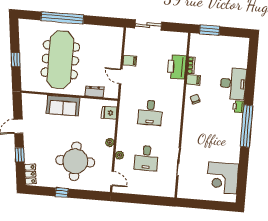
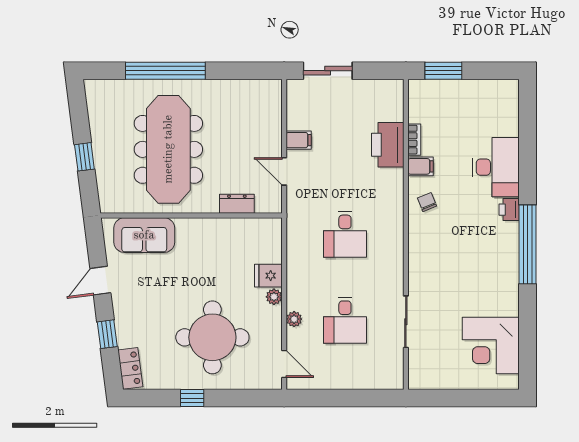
sofa: (63, 106) -> (144, 235), moved
fridge: (109, 113) -> (268, 276), moved

